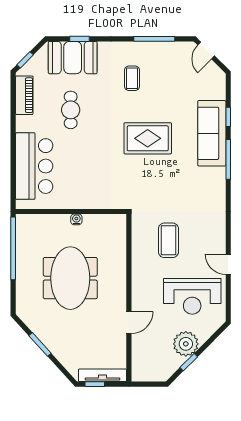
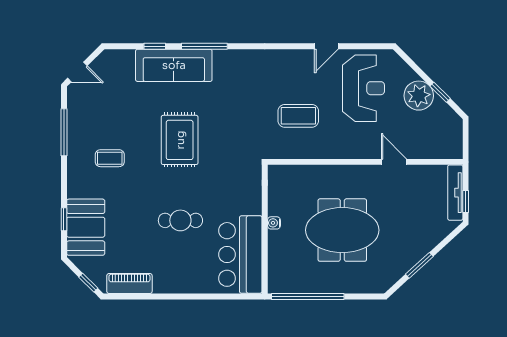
cafe table: (71, 110) -> (180, 220), moved
bar counter: (34, 166) -> (240, 254), moved, turned -90

